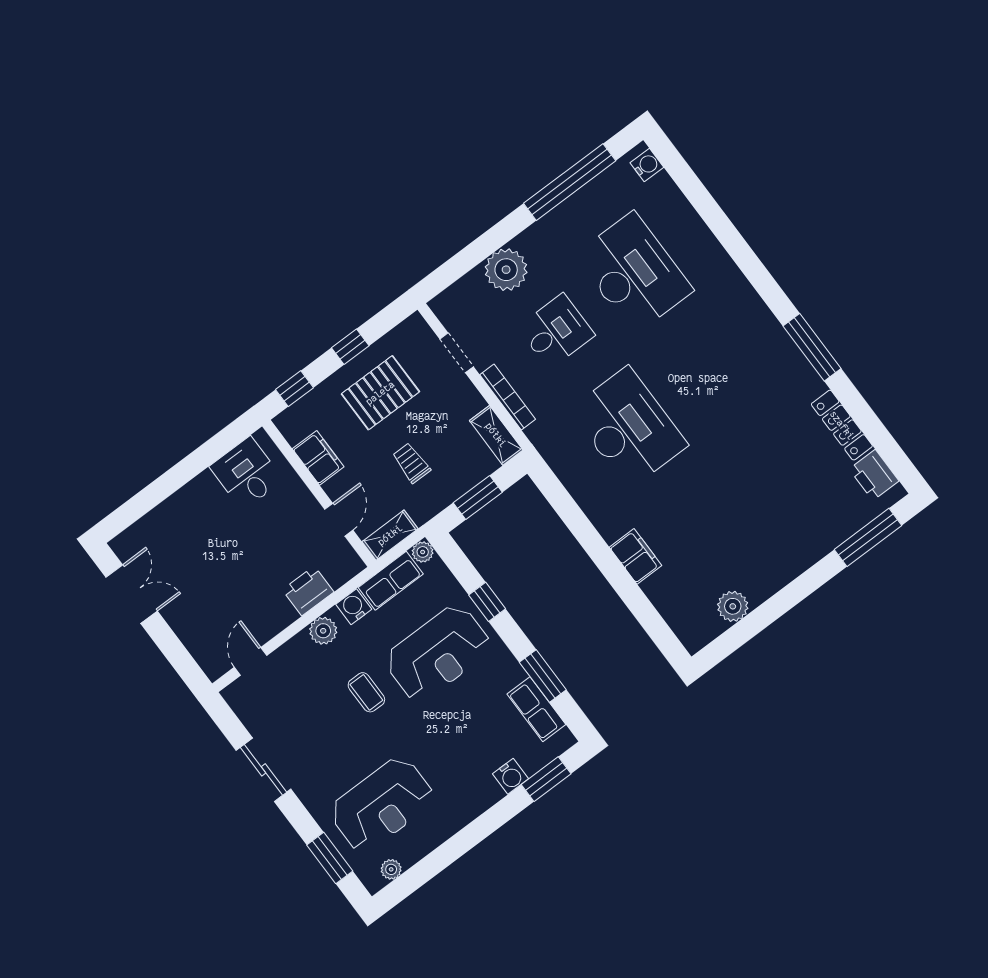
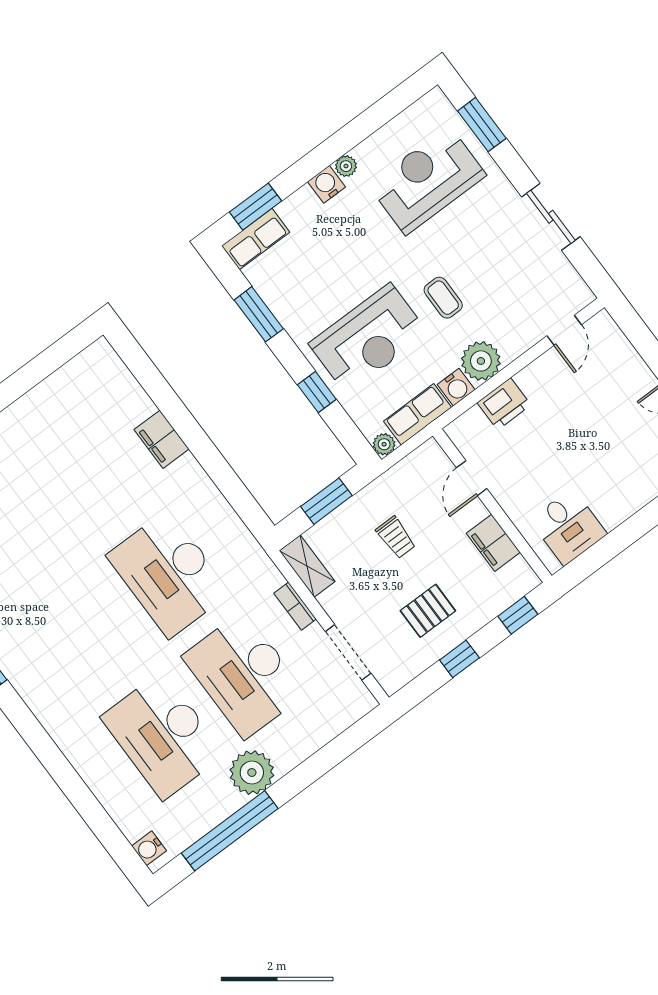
plant: (506, 270) -> (252, 773), moved
desk: (556, 331) -> (244, 675), width x1.87, depth x1.30
doorway: (457, 353) -> (348, 652), width x1.38
pallet: (380, 393) -> (428, 611), width x0.67, depth x0.71
bookcase: (508, 397) -> (295, 606), width x0.64
shelving: (390, 535) -> (418, 462), removed
plant: (733, 606) -> (60, 387), removed
plant: (323, 631) -> (481, 361), width x1.36, depth x1.36
reception desk: (438, 653) -> (368, 338), turned 180
row of seats: (536, 709) -> (256, 239), moved, turned 90
water cooler: (511, 776) -> (327, 184), moved
plant: (391, 869) -> (346, 166), moved

